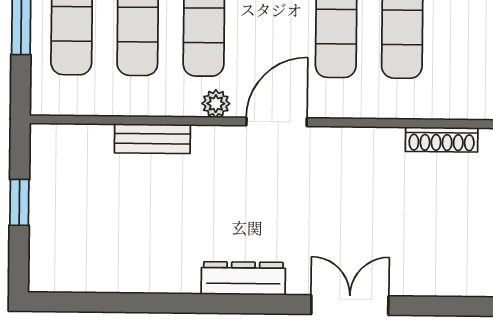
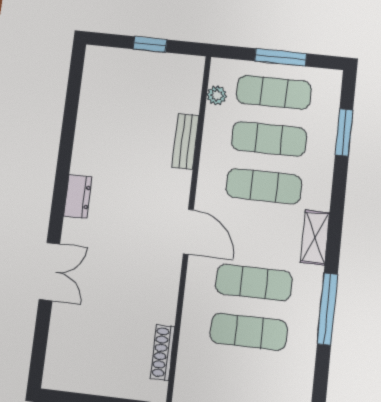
plant: (216, 104) -> (217, 95), moved
dresser: (243, 278) -> (78, 196), width x0.70

